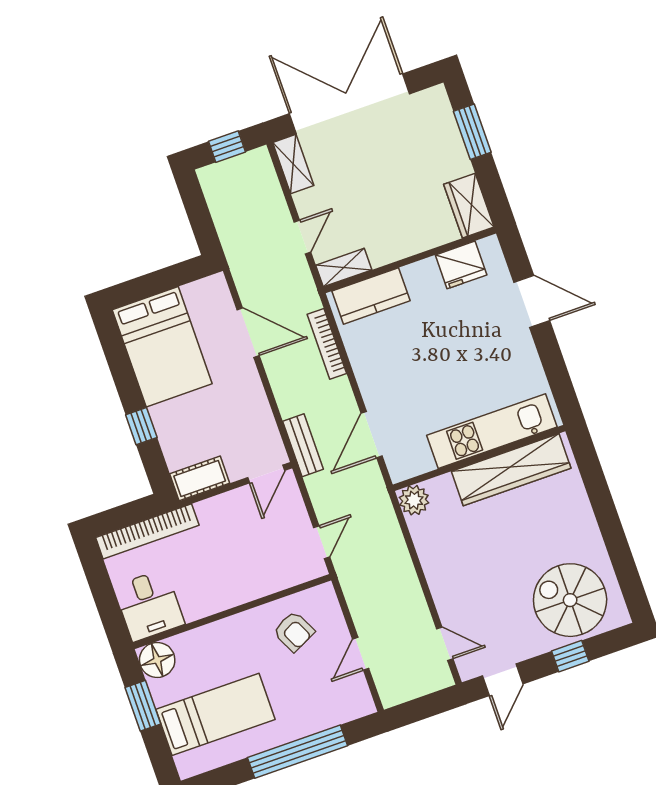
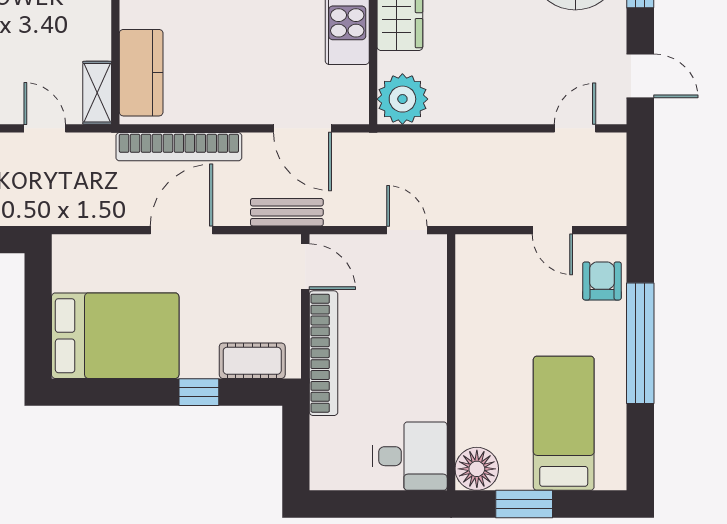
door: (248, 333) -> (182, 230), moved
bookcase: (327, 344) -> (179, 147), width x1.48, depth x1.31
cot: (200, 478) -> (252, 361), moved, turned 90
plant: (414, 500) -> (402, 99), width x1.36, depth x1.36
bookcase: (147, 531) -> (324, 353), moved
armchair: (294, 631) -> (602, 281), moved, turned -64

